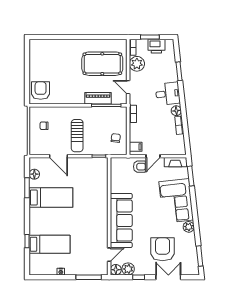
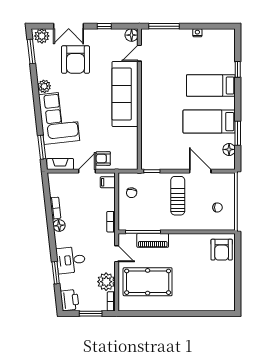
printer: (156, 46) -> (70, 300), moved, turned 84
desk: (168, 94) -> (71, 260), moved
bed: (50, 244) -> (211, 86), moved
plant: (128, 269) -> (42, 36), moved

